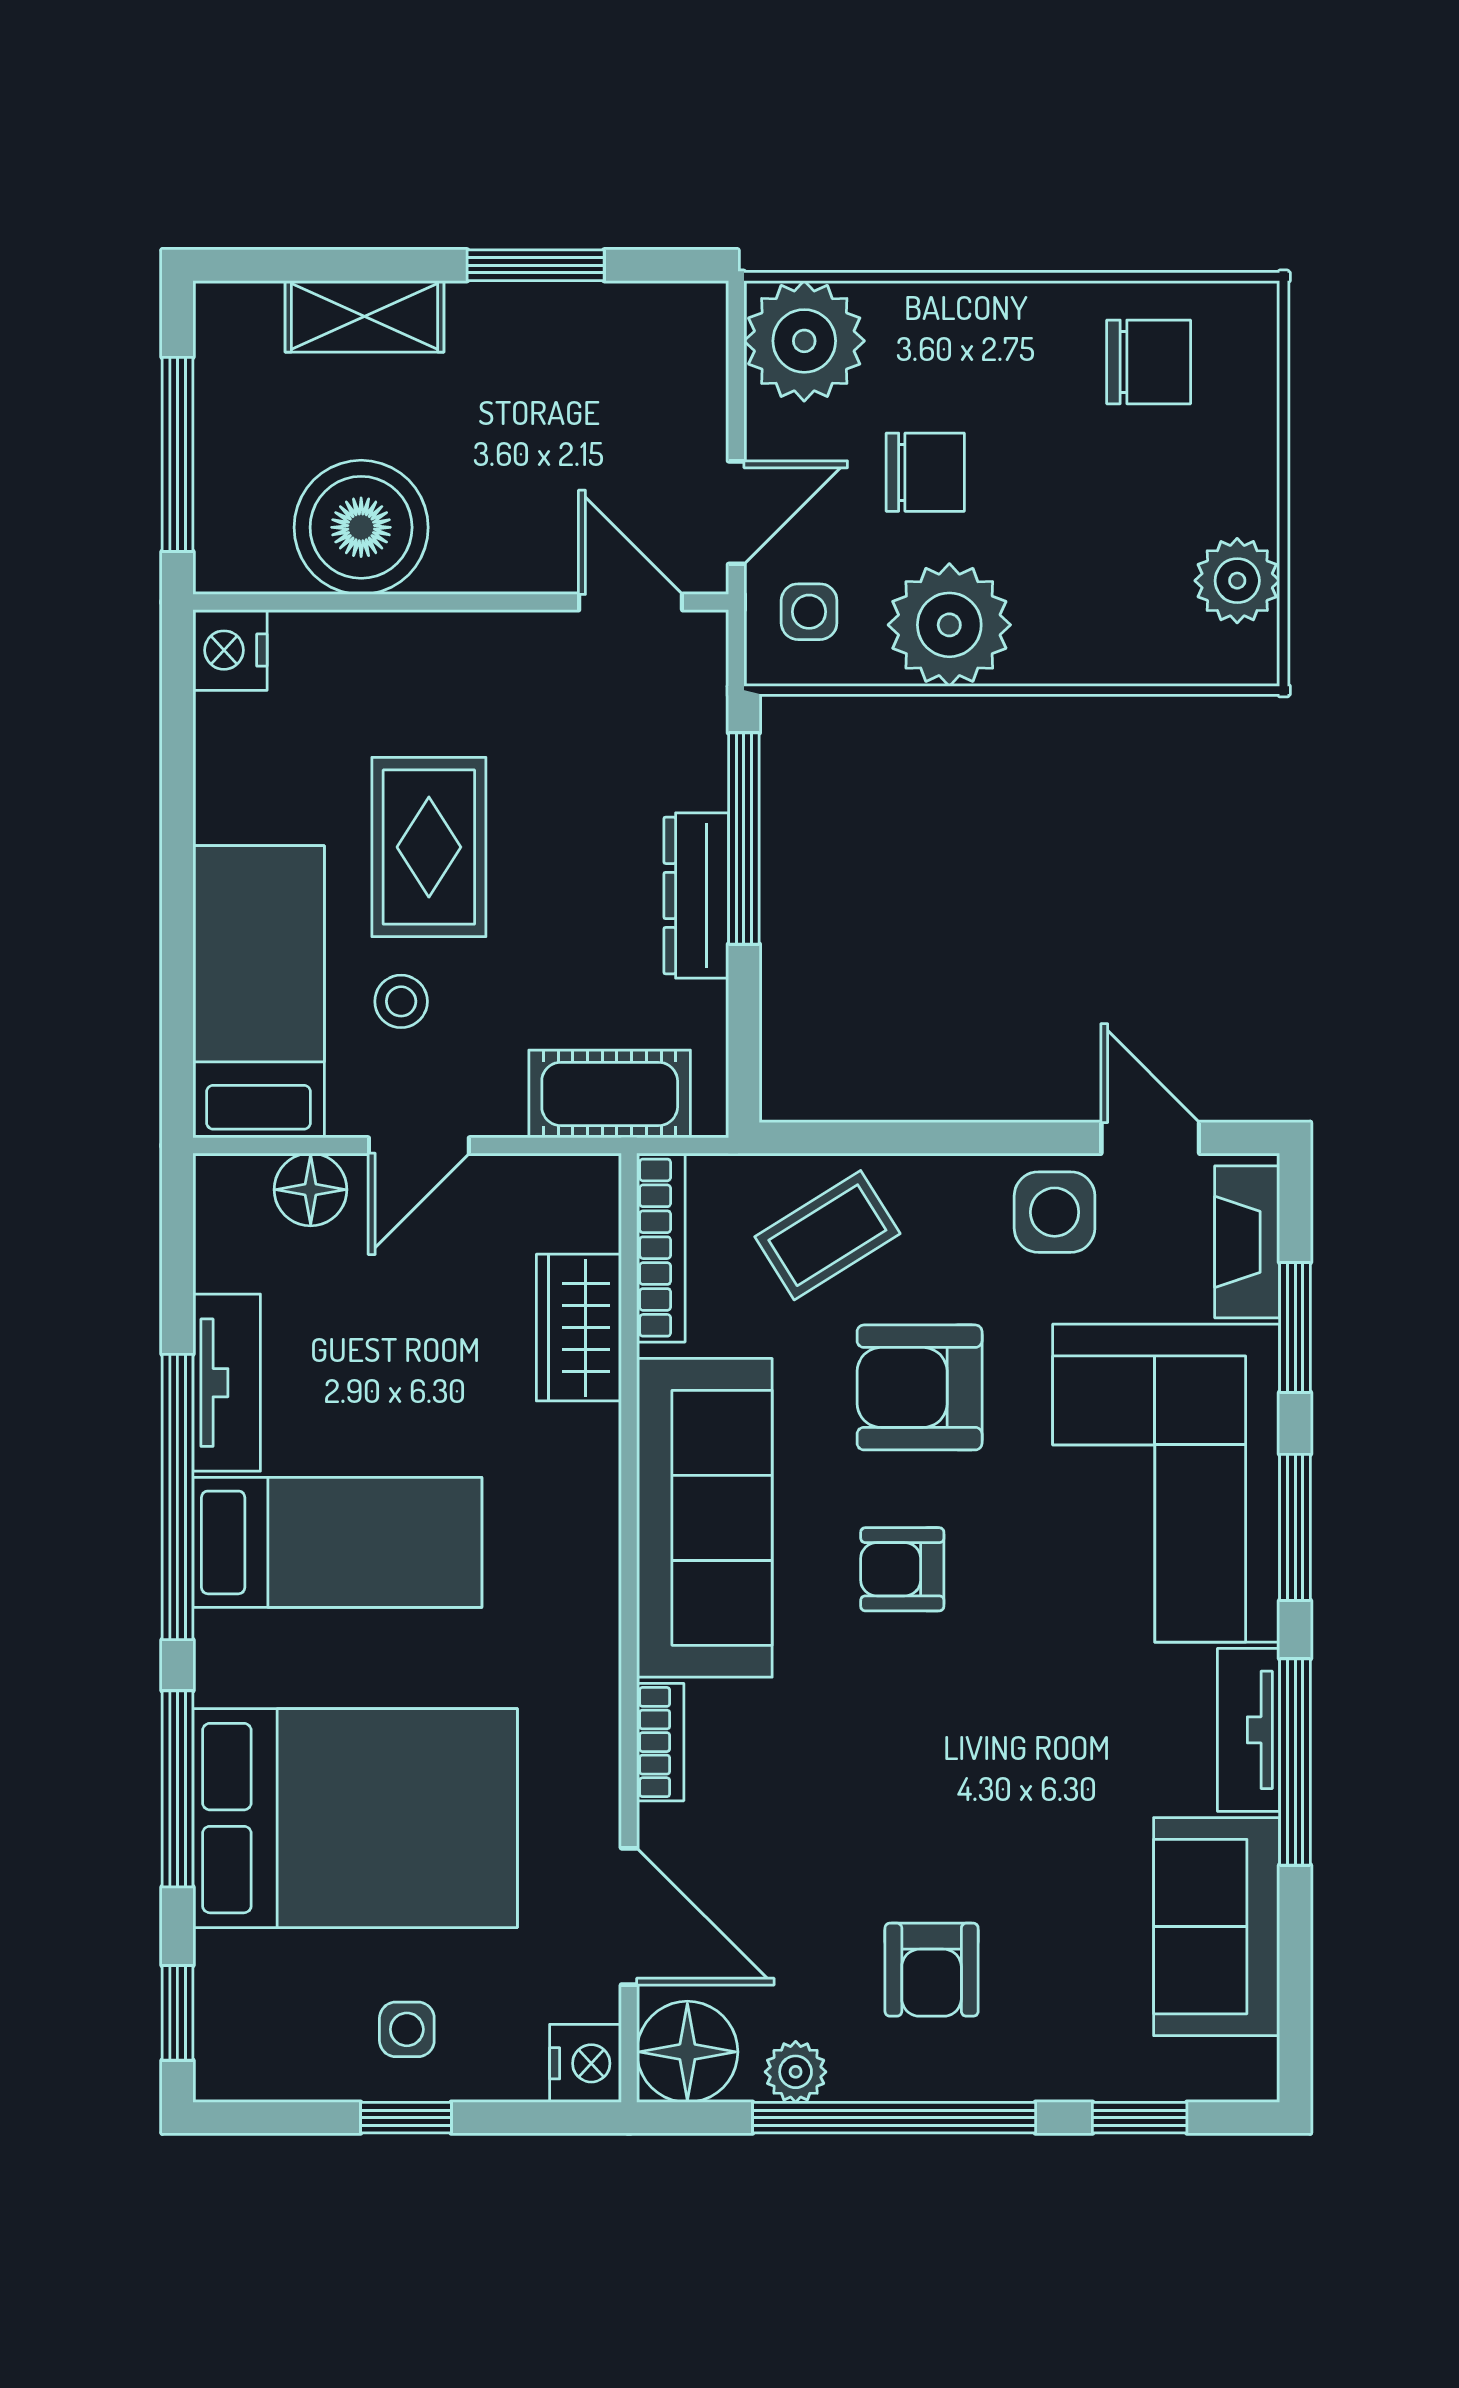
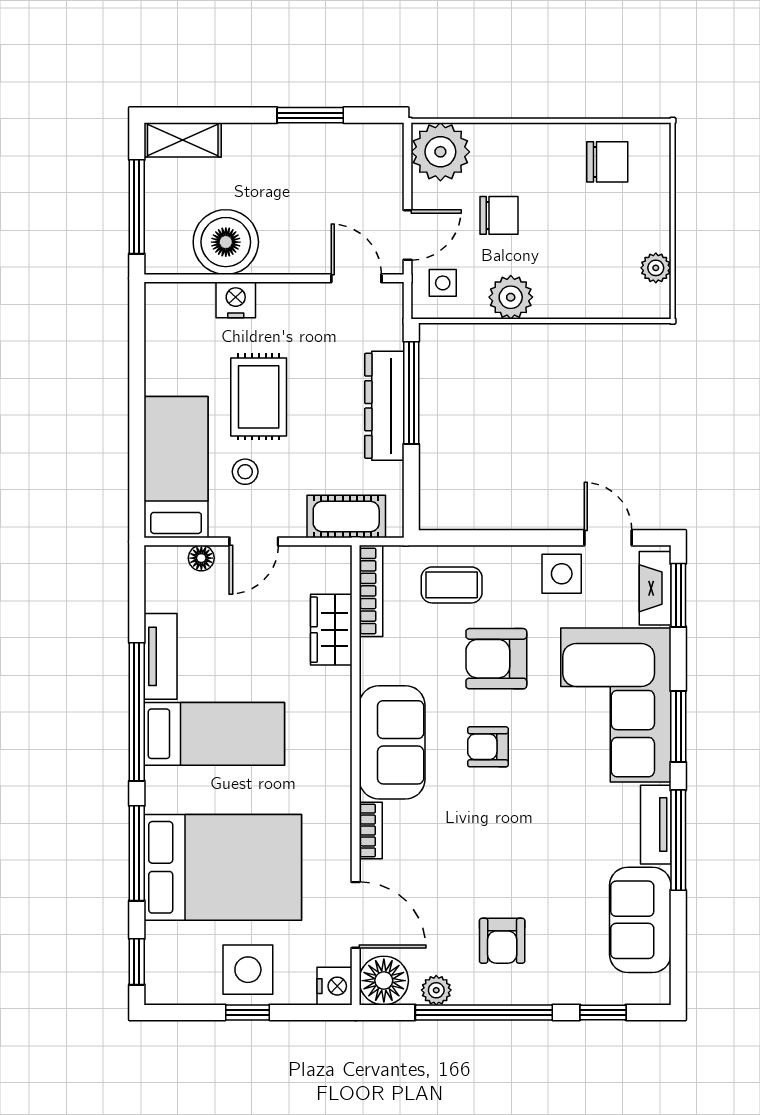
shelving: (365, 316) -> (183, 140), moved
plant: (1237, 581) -> (656, 268), width x0.73, depth x0.73
plant: (949, 625) -> (511, 297), width x0.73, depth x0.73
nightstand: (230, 650) -> (236, 300), moved, turned 90
dresser: (696, 895) -> (384, 406), width x1.37, depth x1.24
floor lamp: (311, 1190) -> (201, 558), width x0.73, depth x0.73
coffee table: (827, 1235) -> (452, 585), turned 32
window: (1295, 1327) -> (678, 595), moved
sofa: (704, 1518) -> (392, 742), width x0.73
side table: (407, 2029) -> (248, 970), width x1.87, depth x1.87

